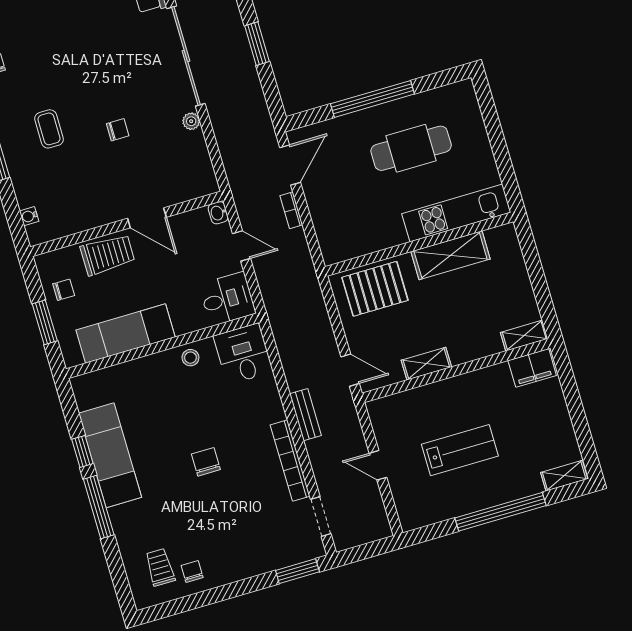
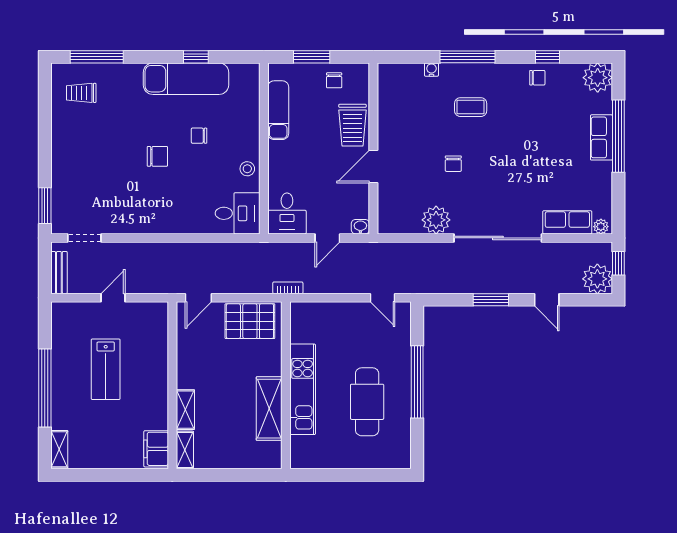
plant: (191, 121) -> (436, 220), width x1.88, depth x1.88
door: (290, 165) -> (383, 298), width x0.73
bookcase: (291, 210) -> (288, 288), moved
kitchen unit: (456, 213) -> (303, 389), moved
water cooler: (29, 216) -> (431, 70), moved
pallet: (375, 289) -> (250, 321), moved, turned 90
exam couch: (125, 334) -> (278, 110), width x0.73, depth x0.69
shelving: (426, 364) -> (185, 410), moved
bench: (305, 415) -> (59, 273), moved, turned 90
bookcase: (290, 461) -> (138, 226), removed
window: (99, 507) -> (97, 57), moved
trolley: (160, 567) -> (81, 93), turned 180
chair: (192, 572) -> (199, 136), moved, turned 180

